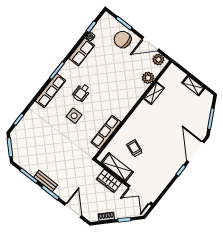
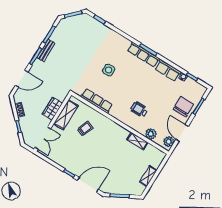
row of seats: (50, 91) -> (143, 55), moved
wheelchair: (81, 93) -> (139, 109), moved
double door: (140, 195) -> (43, 138), swing flipped

